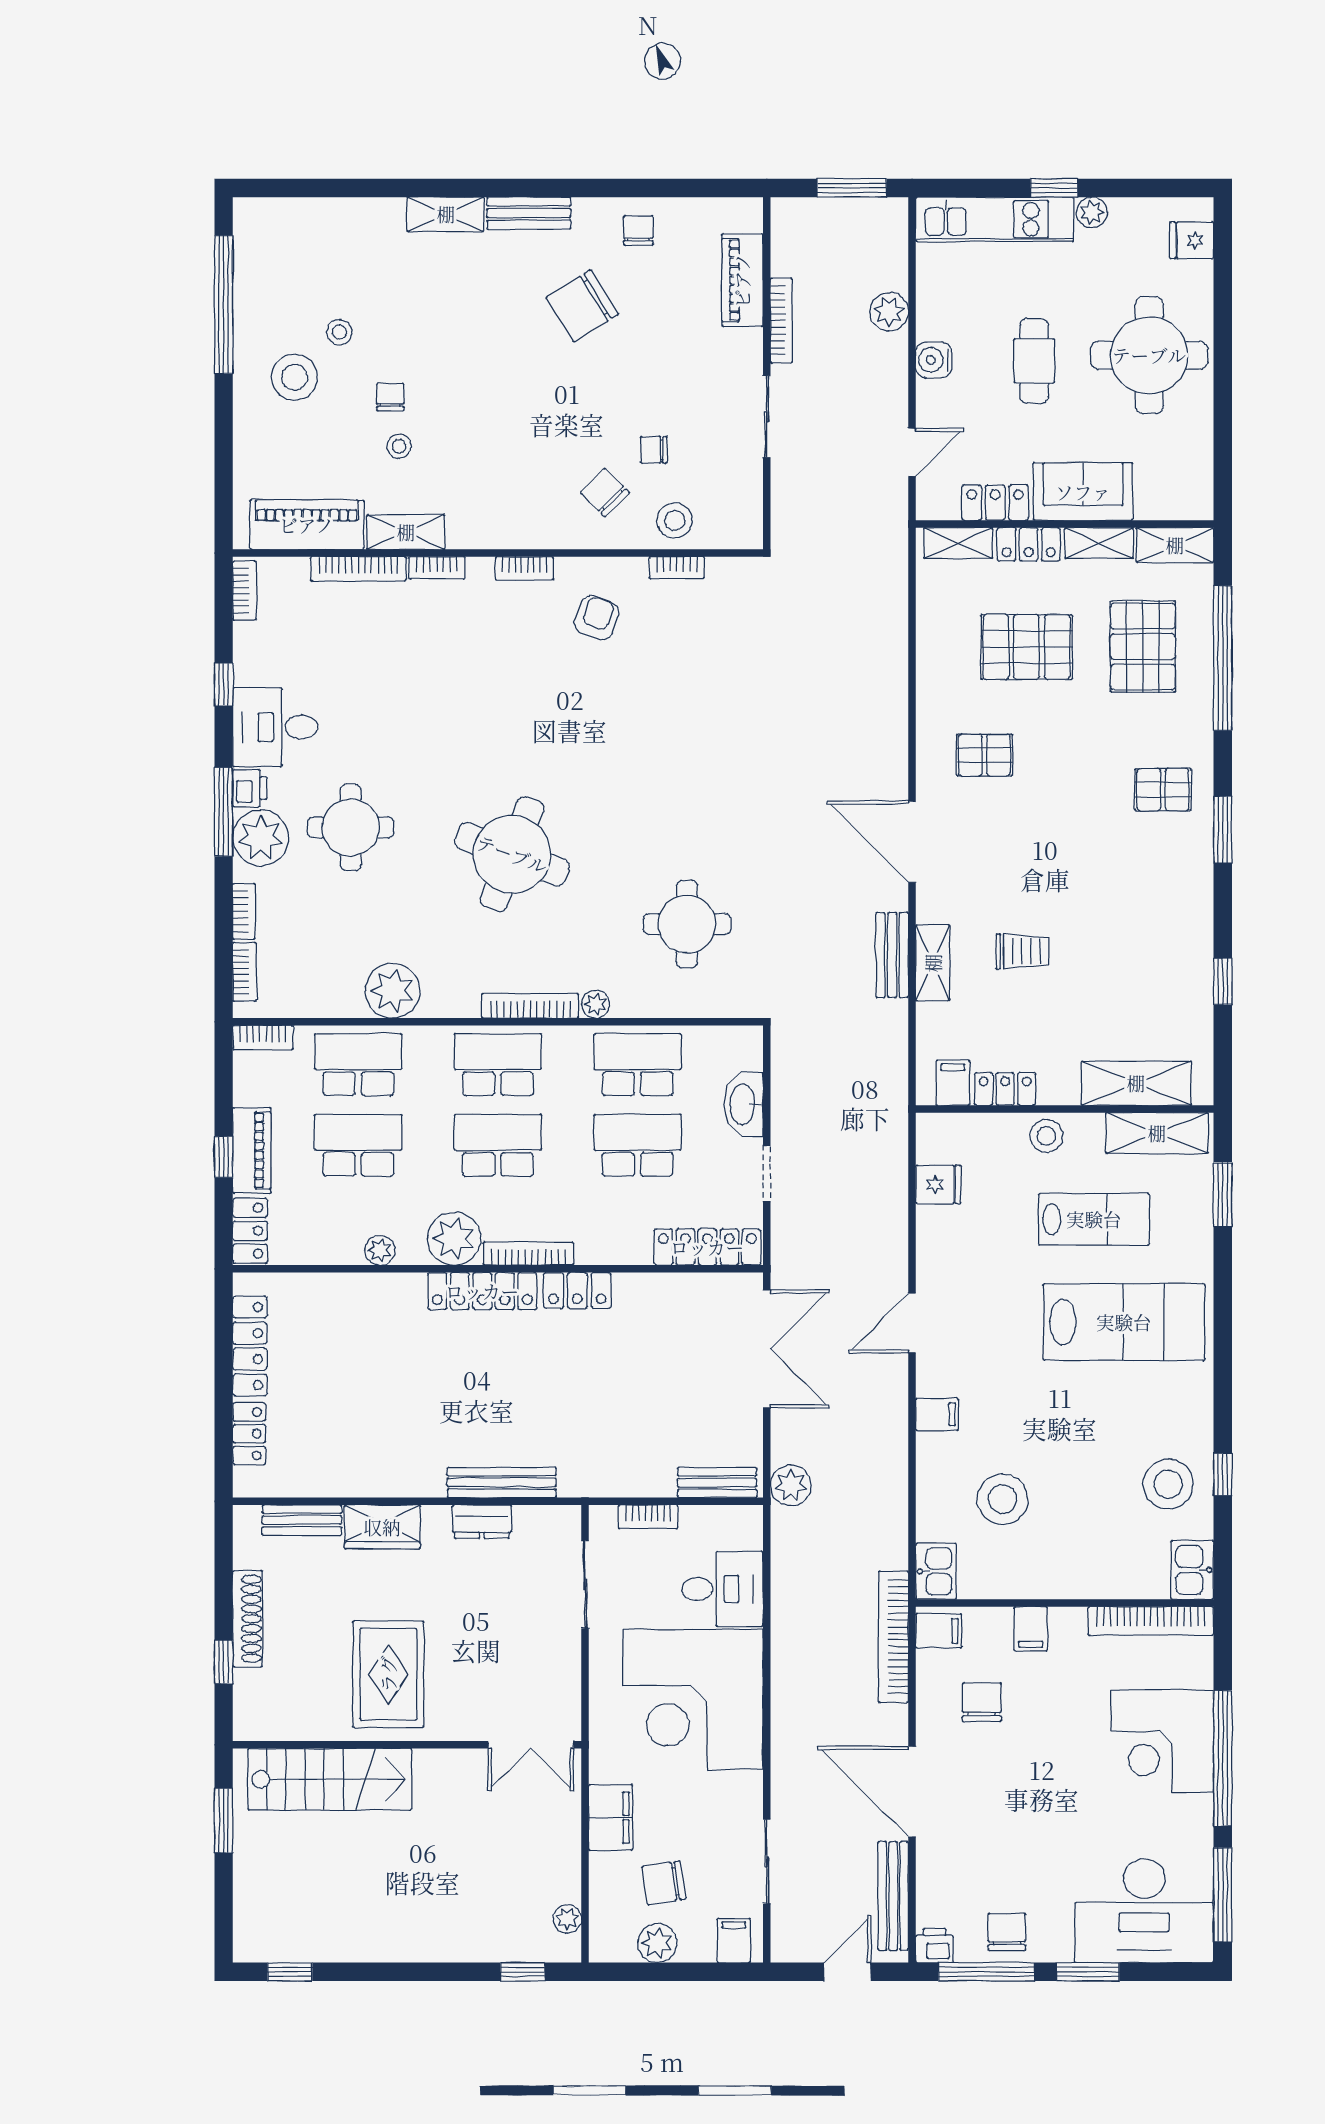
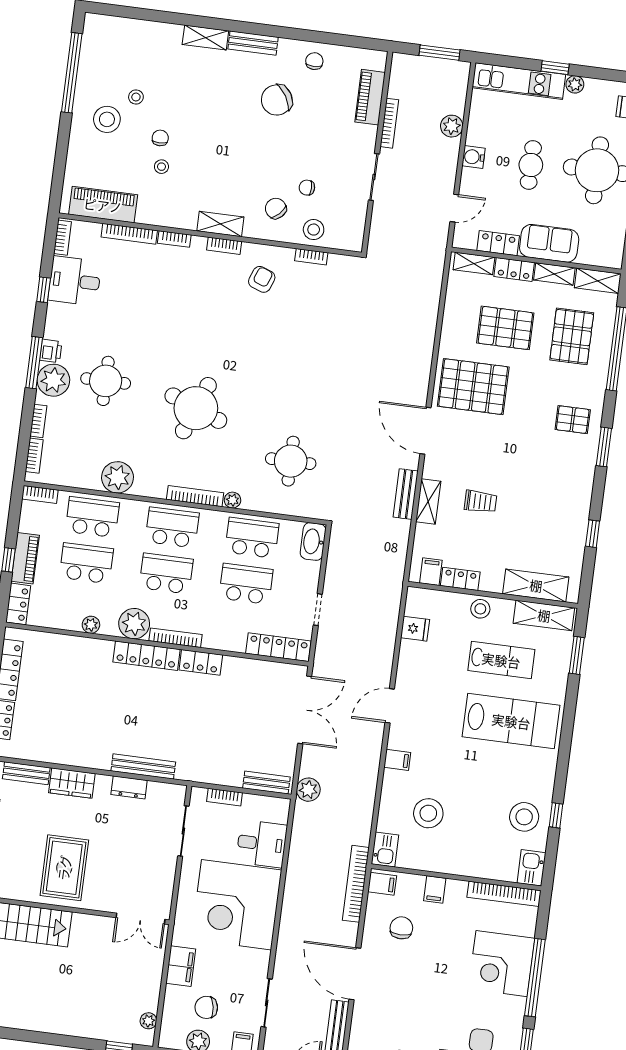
shelving: (406, 532) -> (220, 224), moved
desk: (275, 727) -> (75, 281), moved
pallet: (984, 755) -> (473, 387), width x2.05, depth x2.00
washbasin: (744, 1104) -> (313, 542), moved

